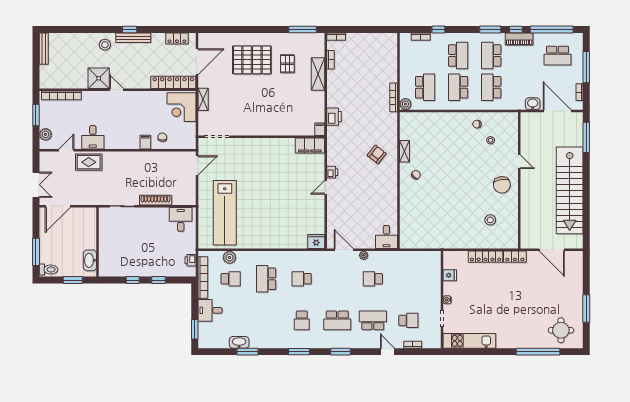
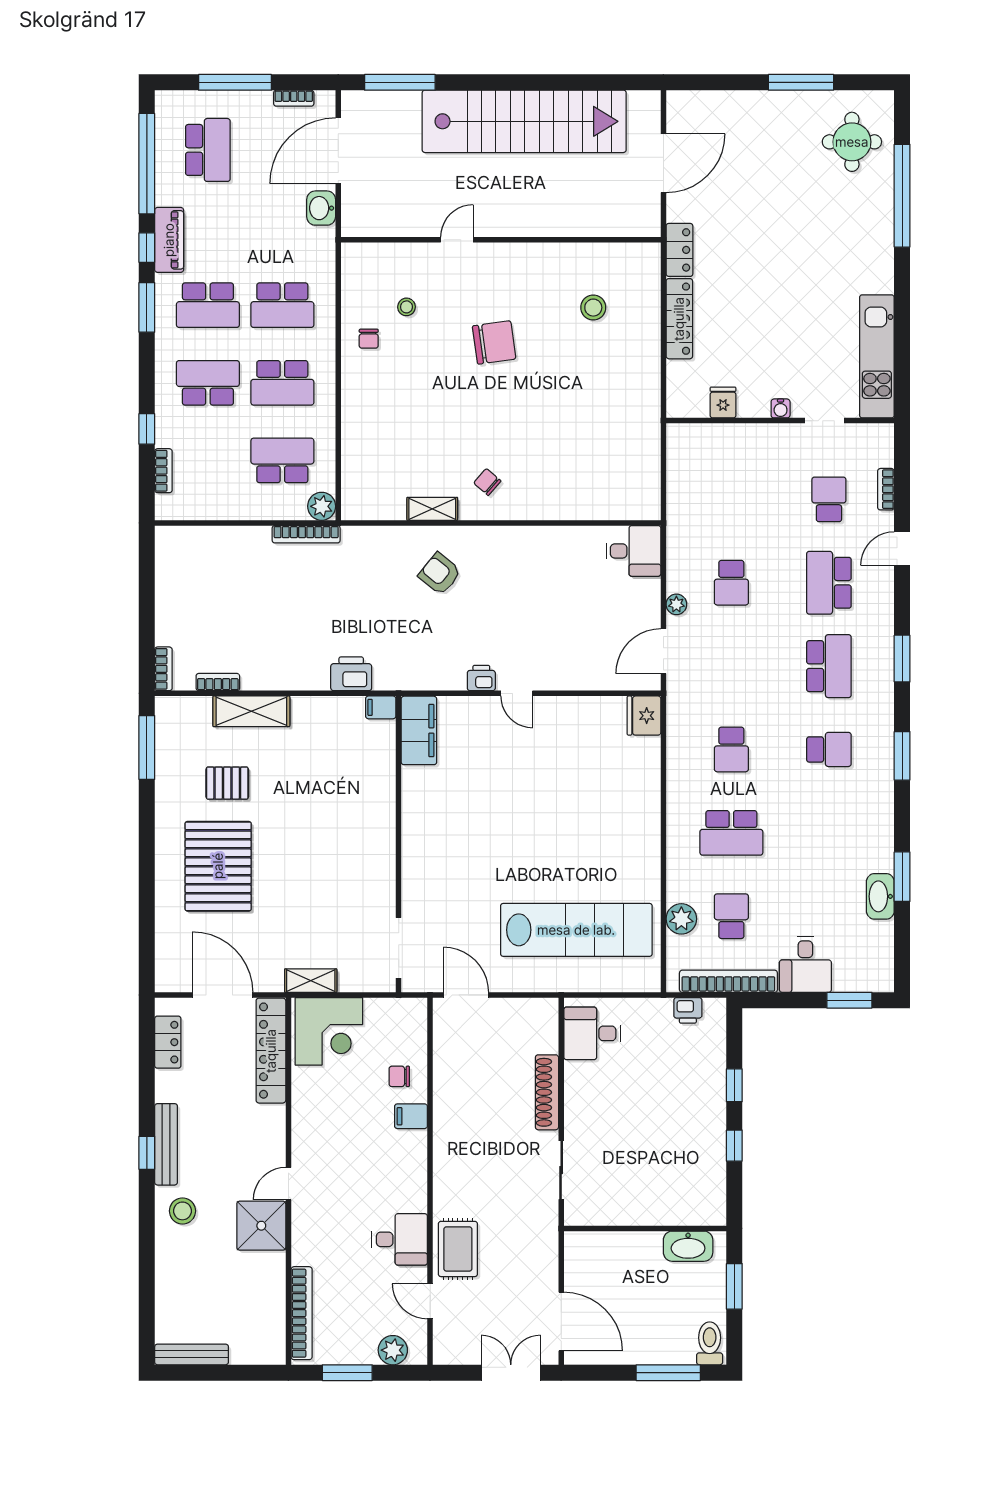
chair: (502, 185) -> (494, 342), moved

